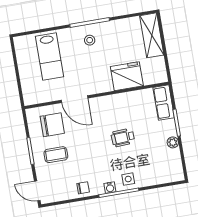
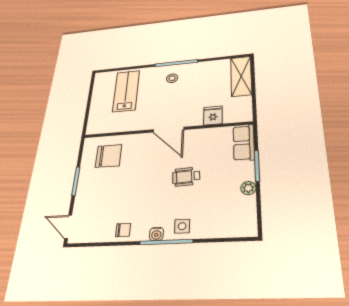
lab bench: (50, 57) -> (126, 91), turned 180
fridge: (127, 76) -> (213, 115), width x0.53, depth x0.75
door: (75, 99) -> (169, 130), moved
coffee table: (56, 155) -> (103, 188), removed

